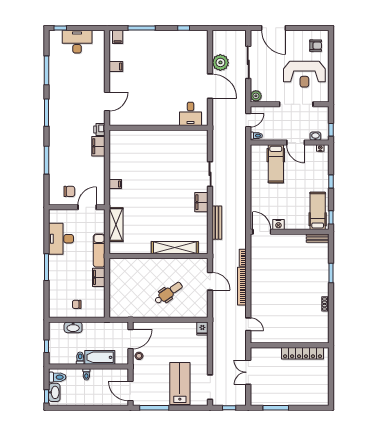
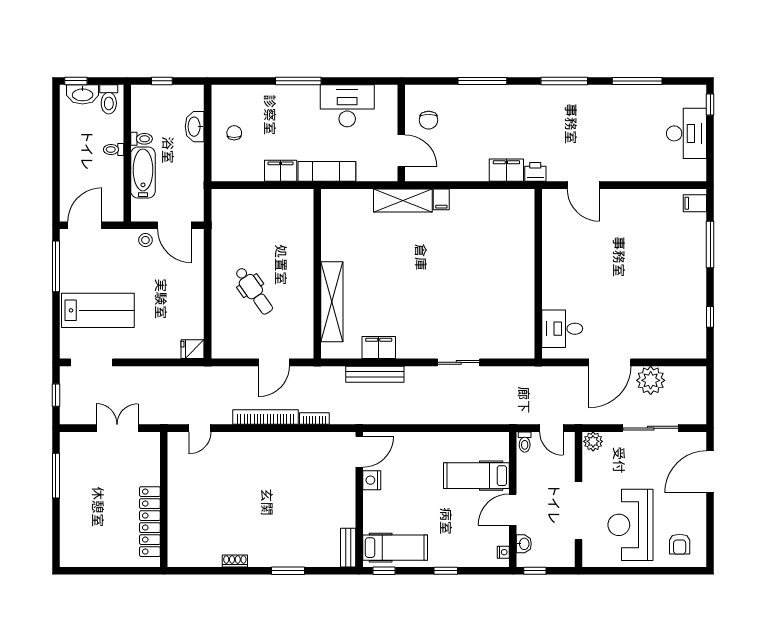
filing cabinet: (116, 67) -> (644, 200), removed
filing cabinet: (201, 202) -> (379, 348), moved
shelving: (116, 225) -> (403, 200), moved

